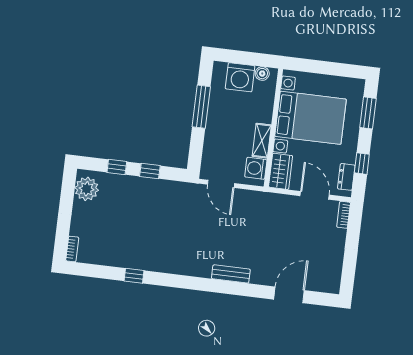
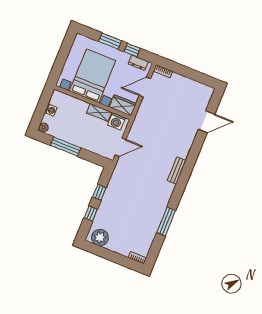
boiler: (262, 74) -> (43, 128), moved
washing machine: (240, 77) -> (51, 110), width x0.53, depth x0.53
window: (368, 113) -> (110, 41), moved
bench: (231, 274) -> (177, 171), moved
window: (134, 276) -> (166, 221), width x2.17
door: (289, 295) -> (206, 122), swing flipped

